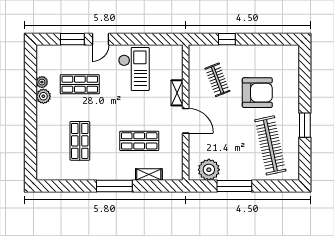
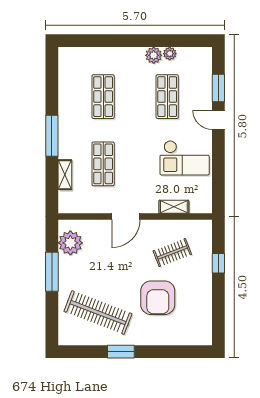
shelving: (177, 93) -> (174, 207), moved
shop shelf: (80, 141) -> (103, 97), turned 90
clothes rail: (270, 145) -> (98, 313), turned 33

